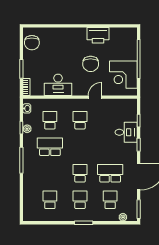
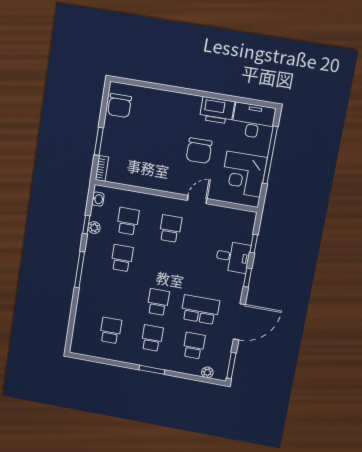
desk: (58, 85) -> (253, 121), moved, turned 180
school desk: (50, 147) -> (122, 258), width x0.54

